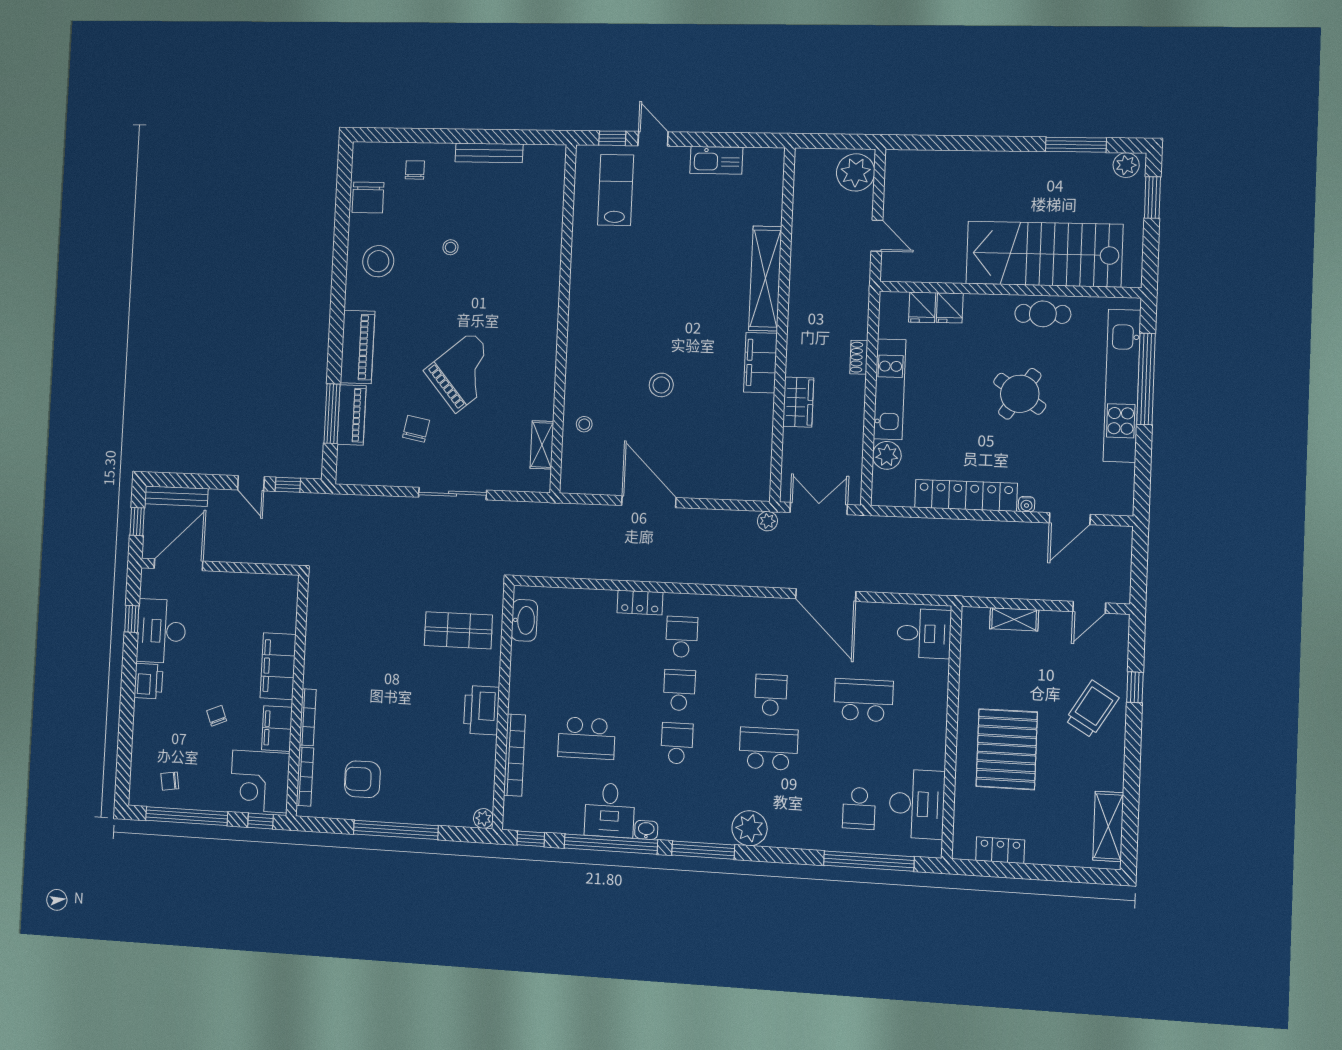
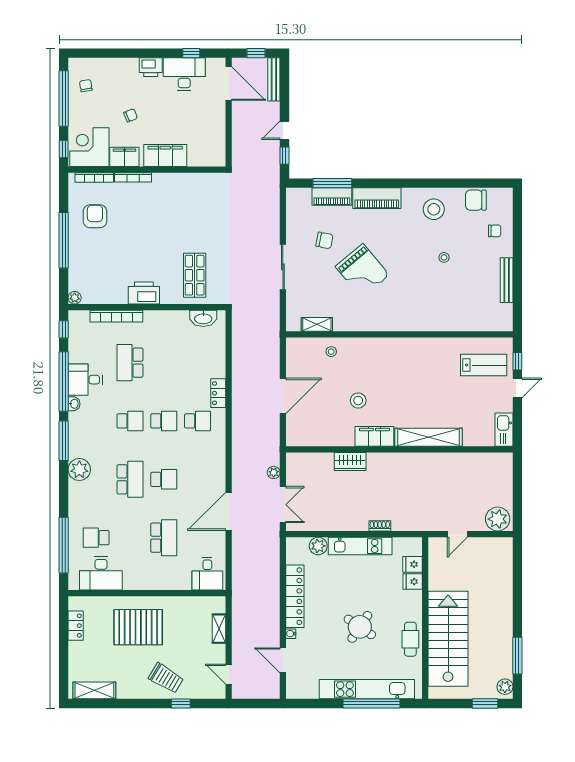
shelving: (765, 278) -> (428, 437), moved
wall: (782, 324) -> (399, 449), moved
filing cabinet: (760, 363) -> (374, 436), moved
wardrobe: (798, 402) -> (350, 462), moved

